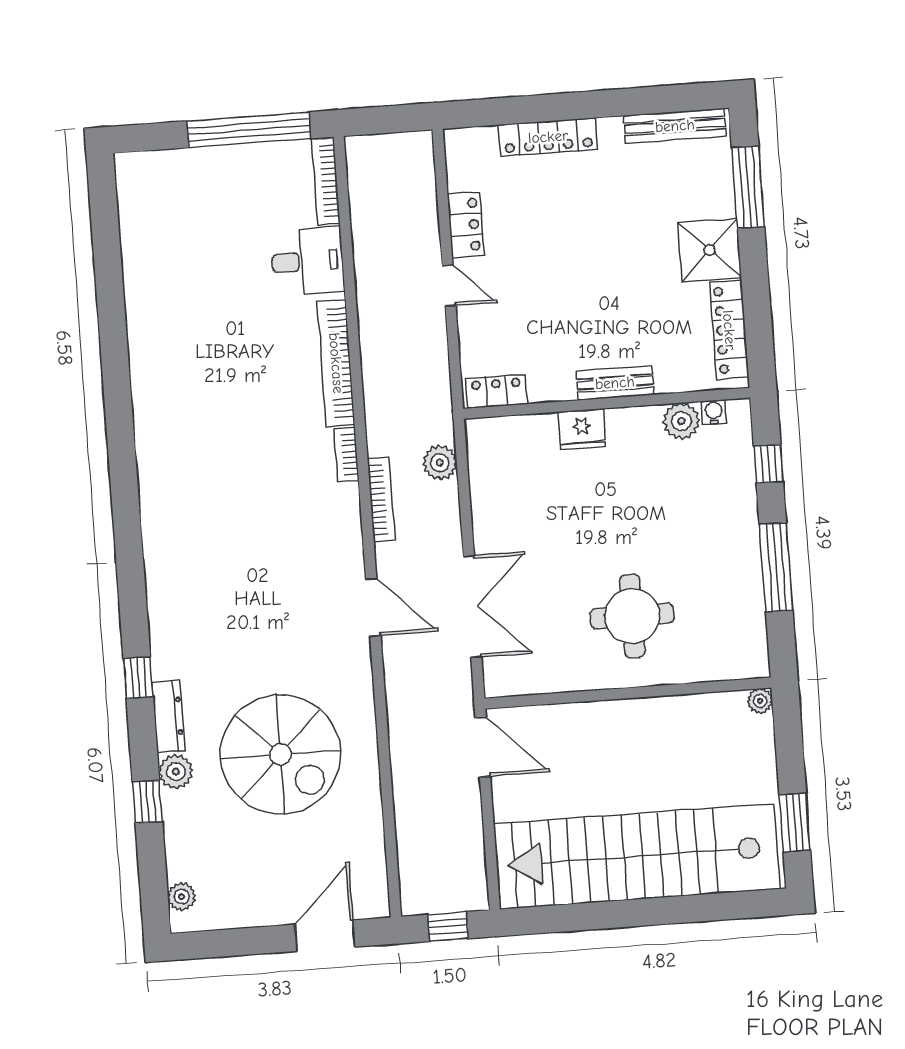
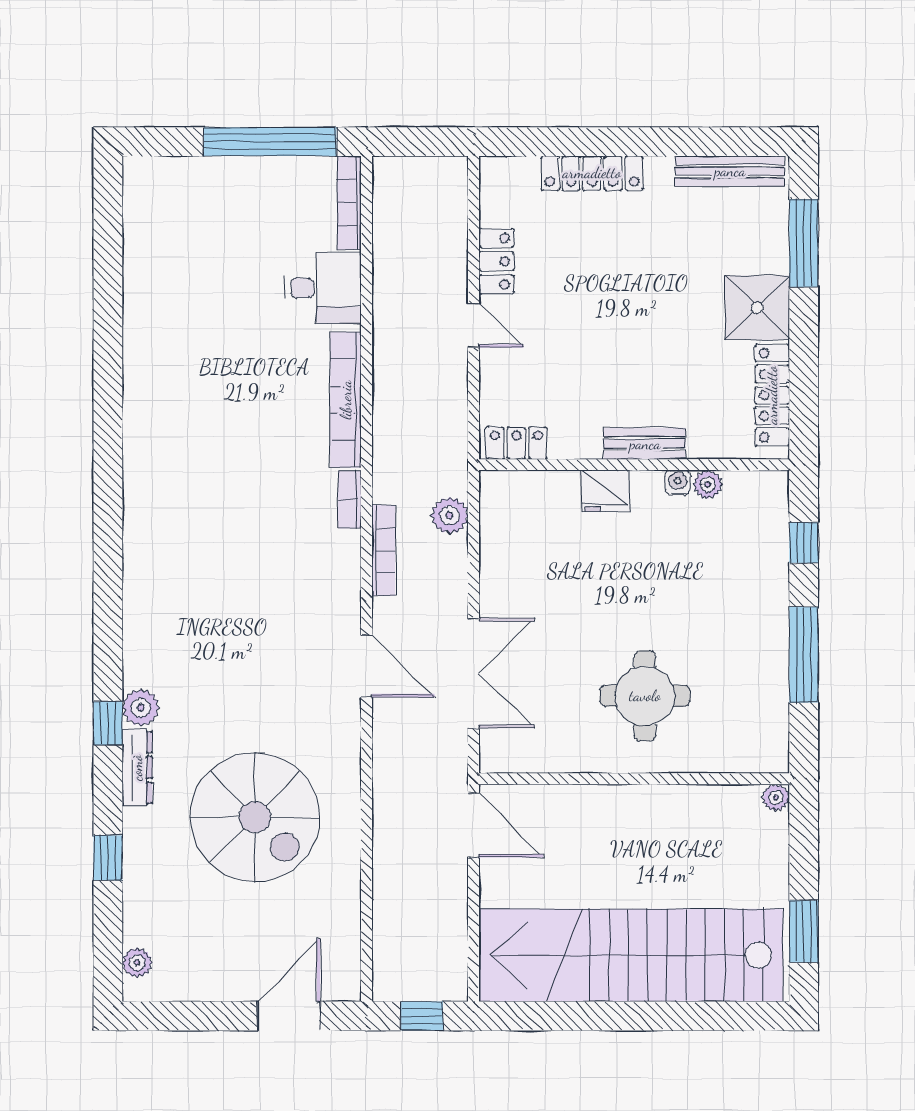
water cooler: (714, 412) -> (678, 483), moved
plant: (681, 421) -> (708, 484), width x0.73, depth x0.73
plant: (176, 772) -> (141, 708), moved

